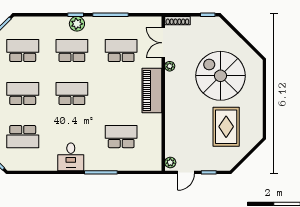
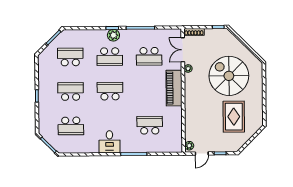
school desk: (72, 51) -> (110, 57), turned 180
school desk: (121, 51) -> (149, 56), turned 180

